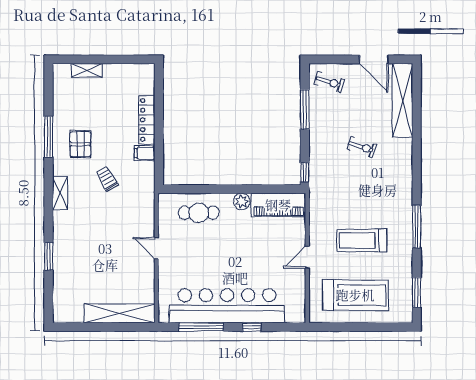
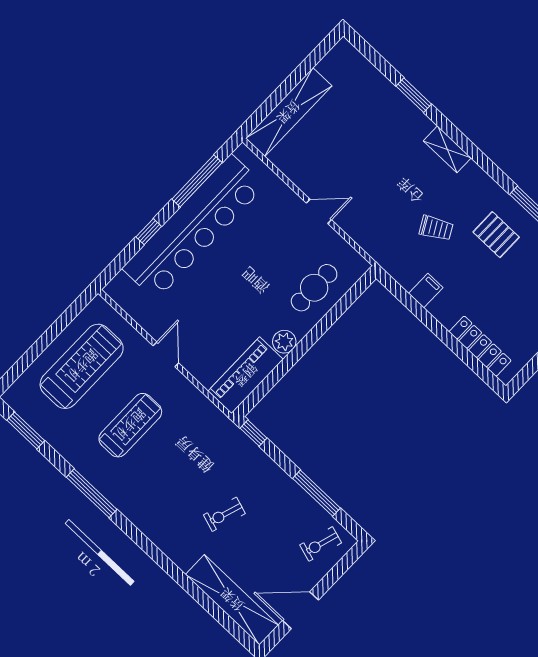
locker: (147, 120) -> (480, 346), moved
shelving: (60, 193) -> (447, 149), moved
treadmill: (355, 295) -> (82, 366), turned 180

